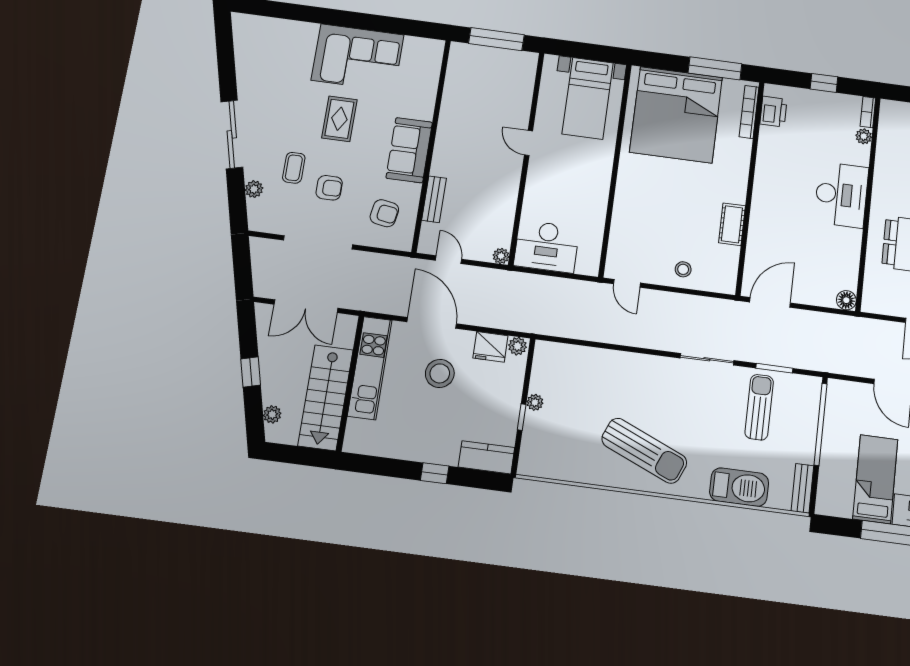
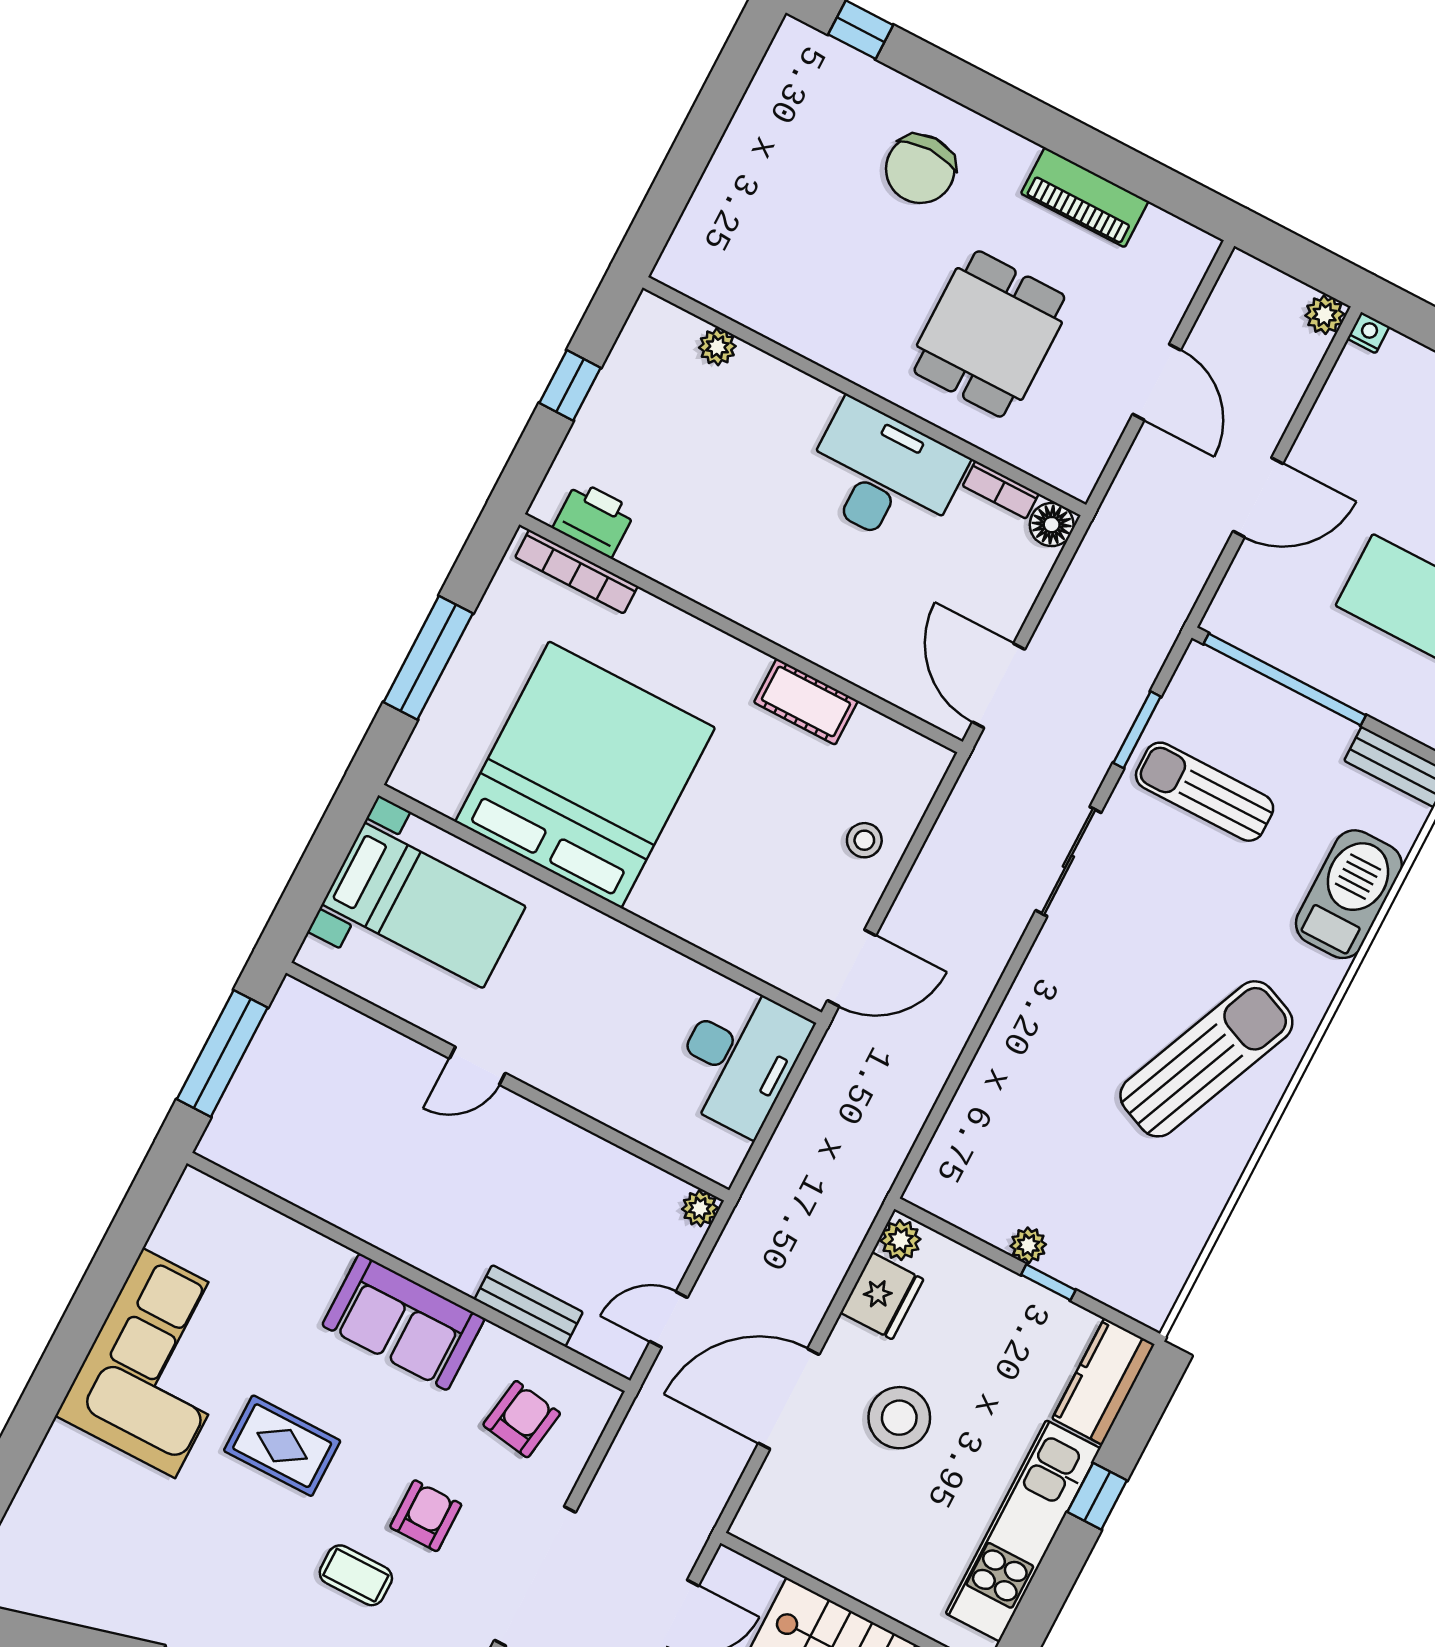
window: (715, 68) -> (428, 658), moved
bookcase: (868, 112) -> (1001, 490), moved
bed: (676, 115) -> (585, 775), moved, turned -90
desk: (841, 195) -> (883, 475), moved
desk: (547, 246) -> (739, 1058), moved
door: (627, 283) -> (852, 968), width x1.38
kitchen unit: (370, 368) -> (1023, 1531), moved, turned -90

